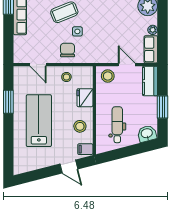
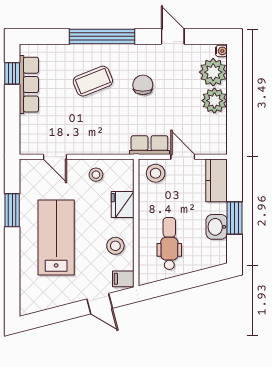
plant: (153, 30) -> (214, 101), width x1.87, depth x1.87
side table: (77, 31) -> (112, 109), removed
row of seats: (151, 49) -> (149, 145), moved, turned 90
chair: (67, 50) -> (143, 85), moved
washbasin: (147, 134) -> (217, 227), moved, turned -76

